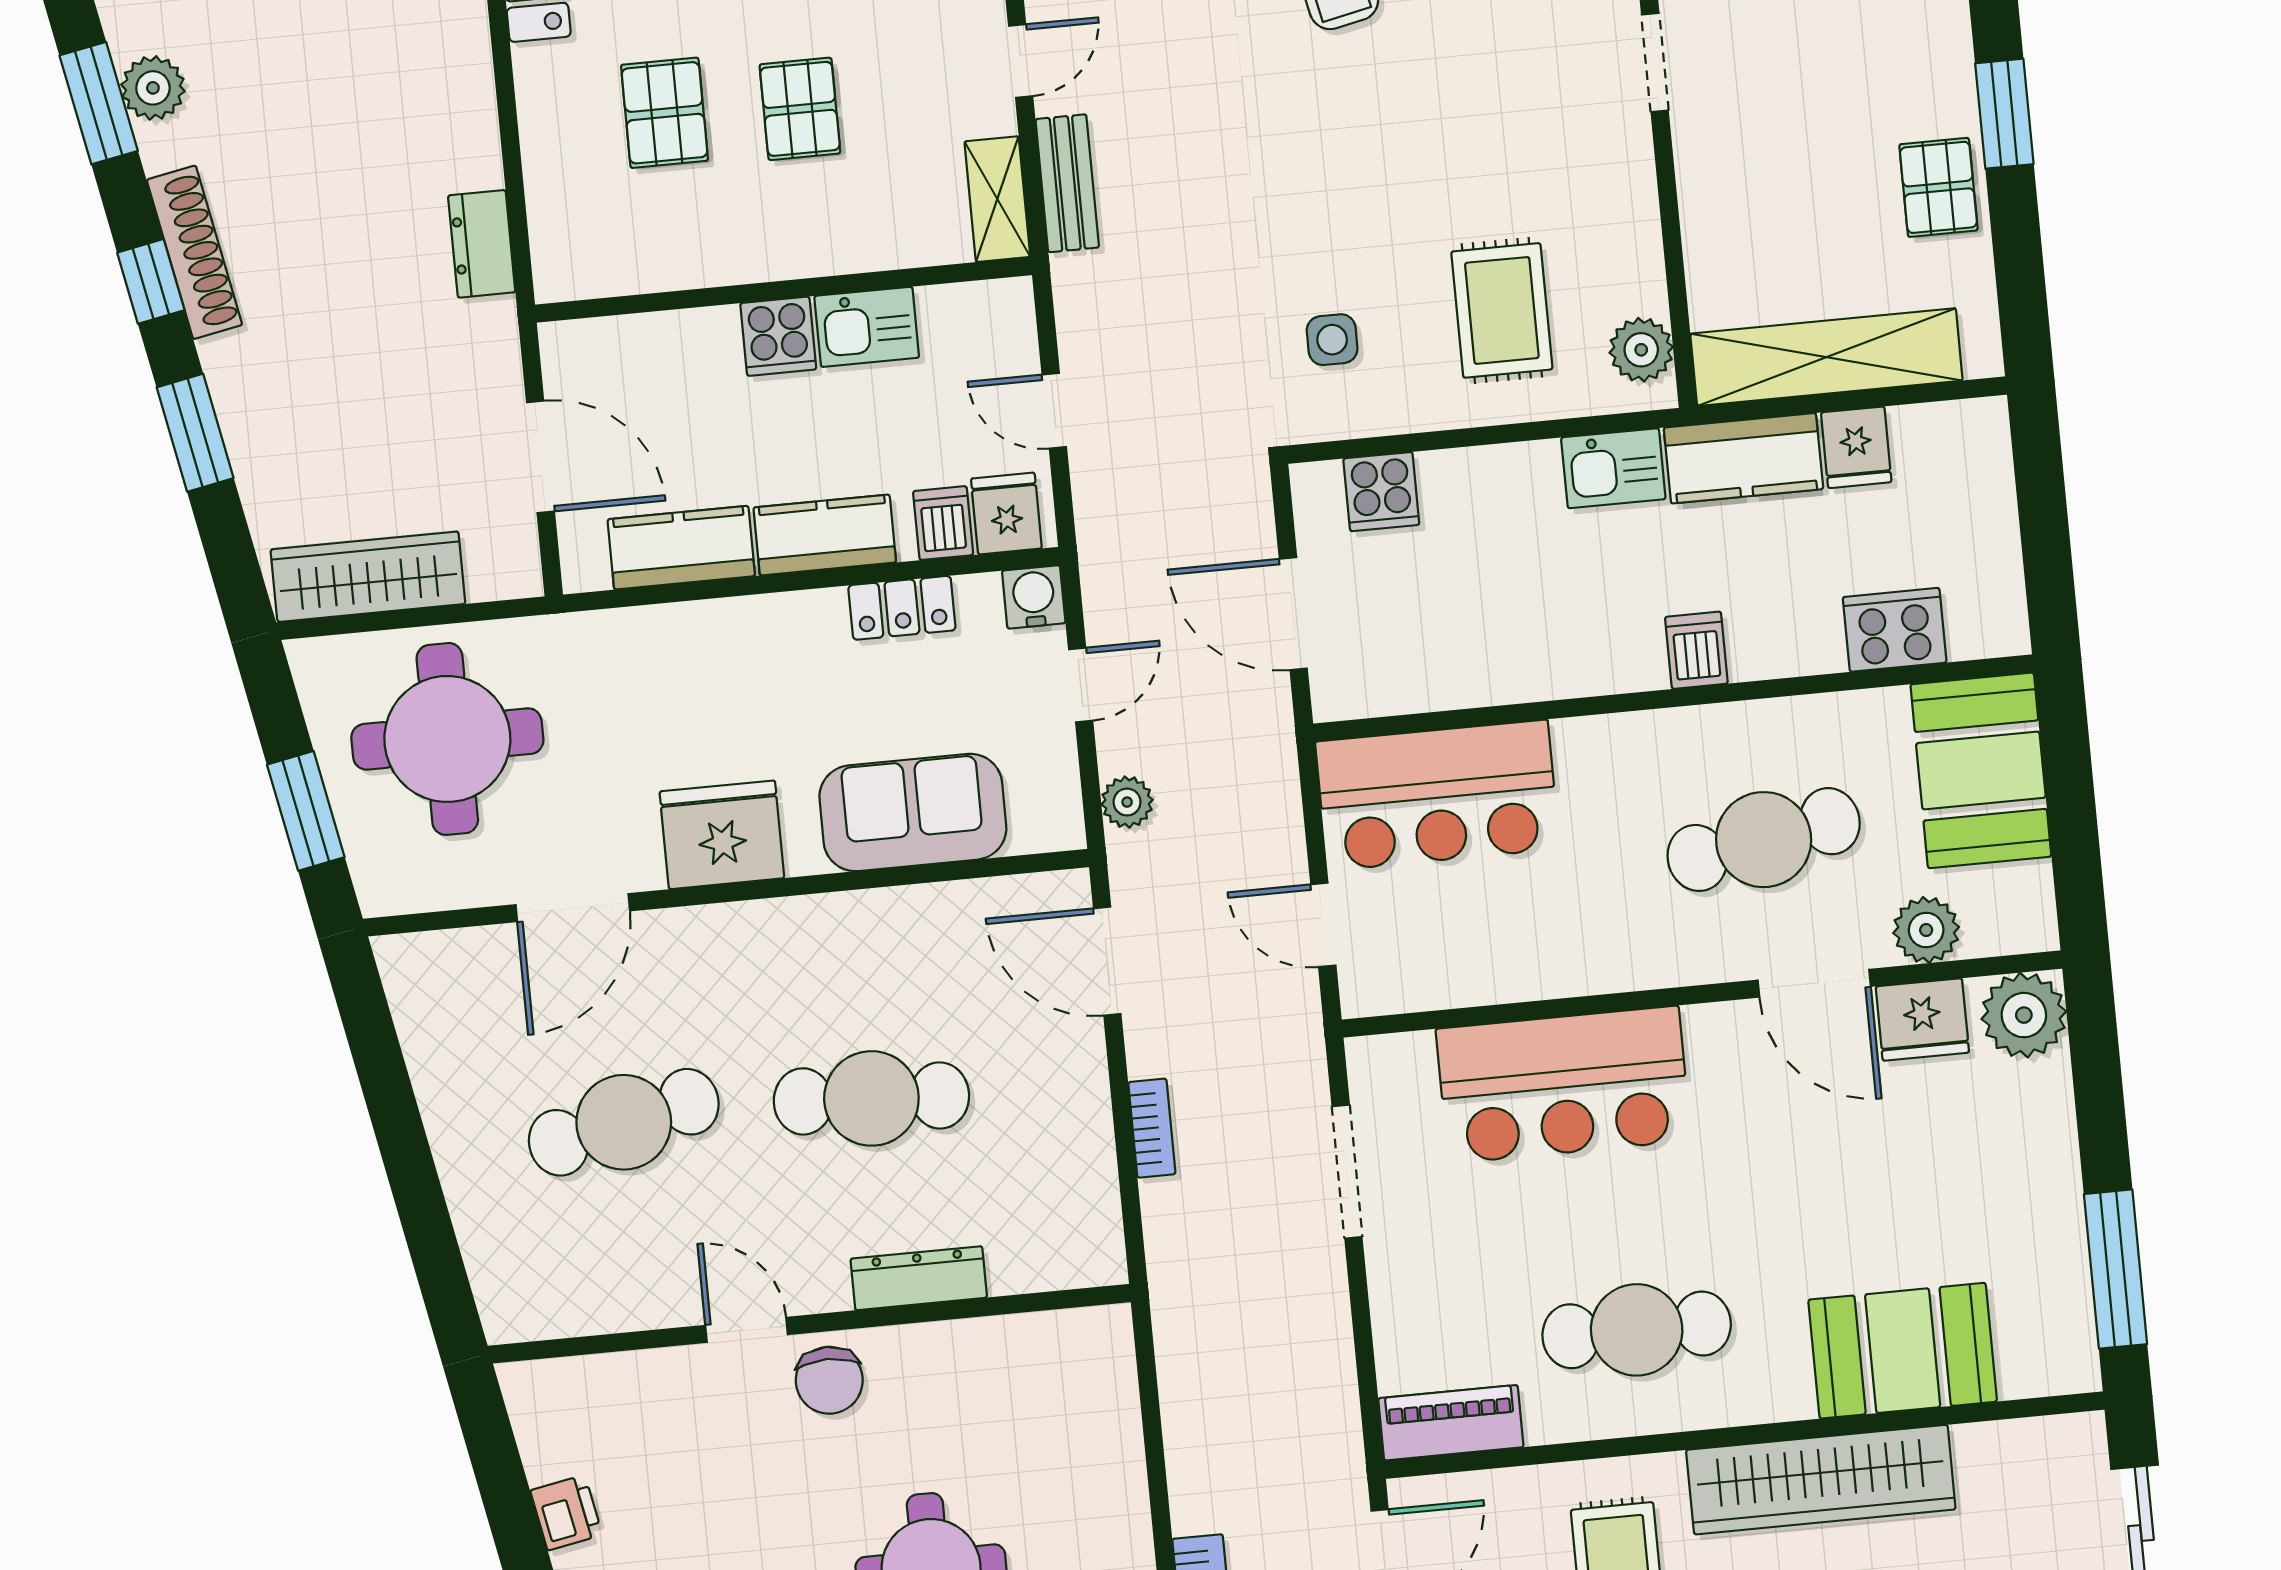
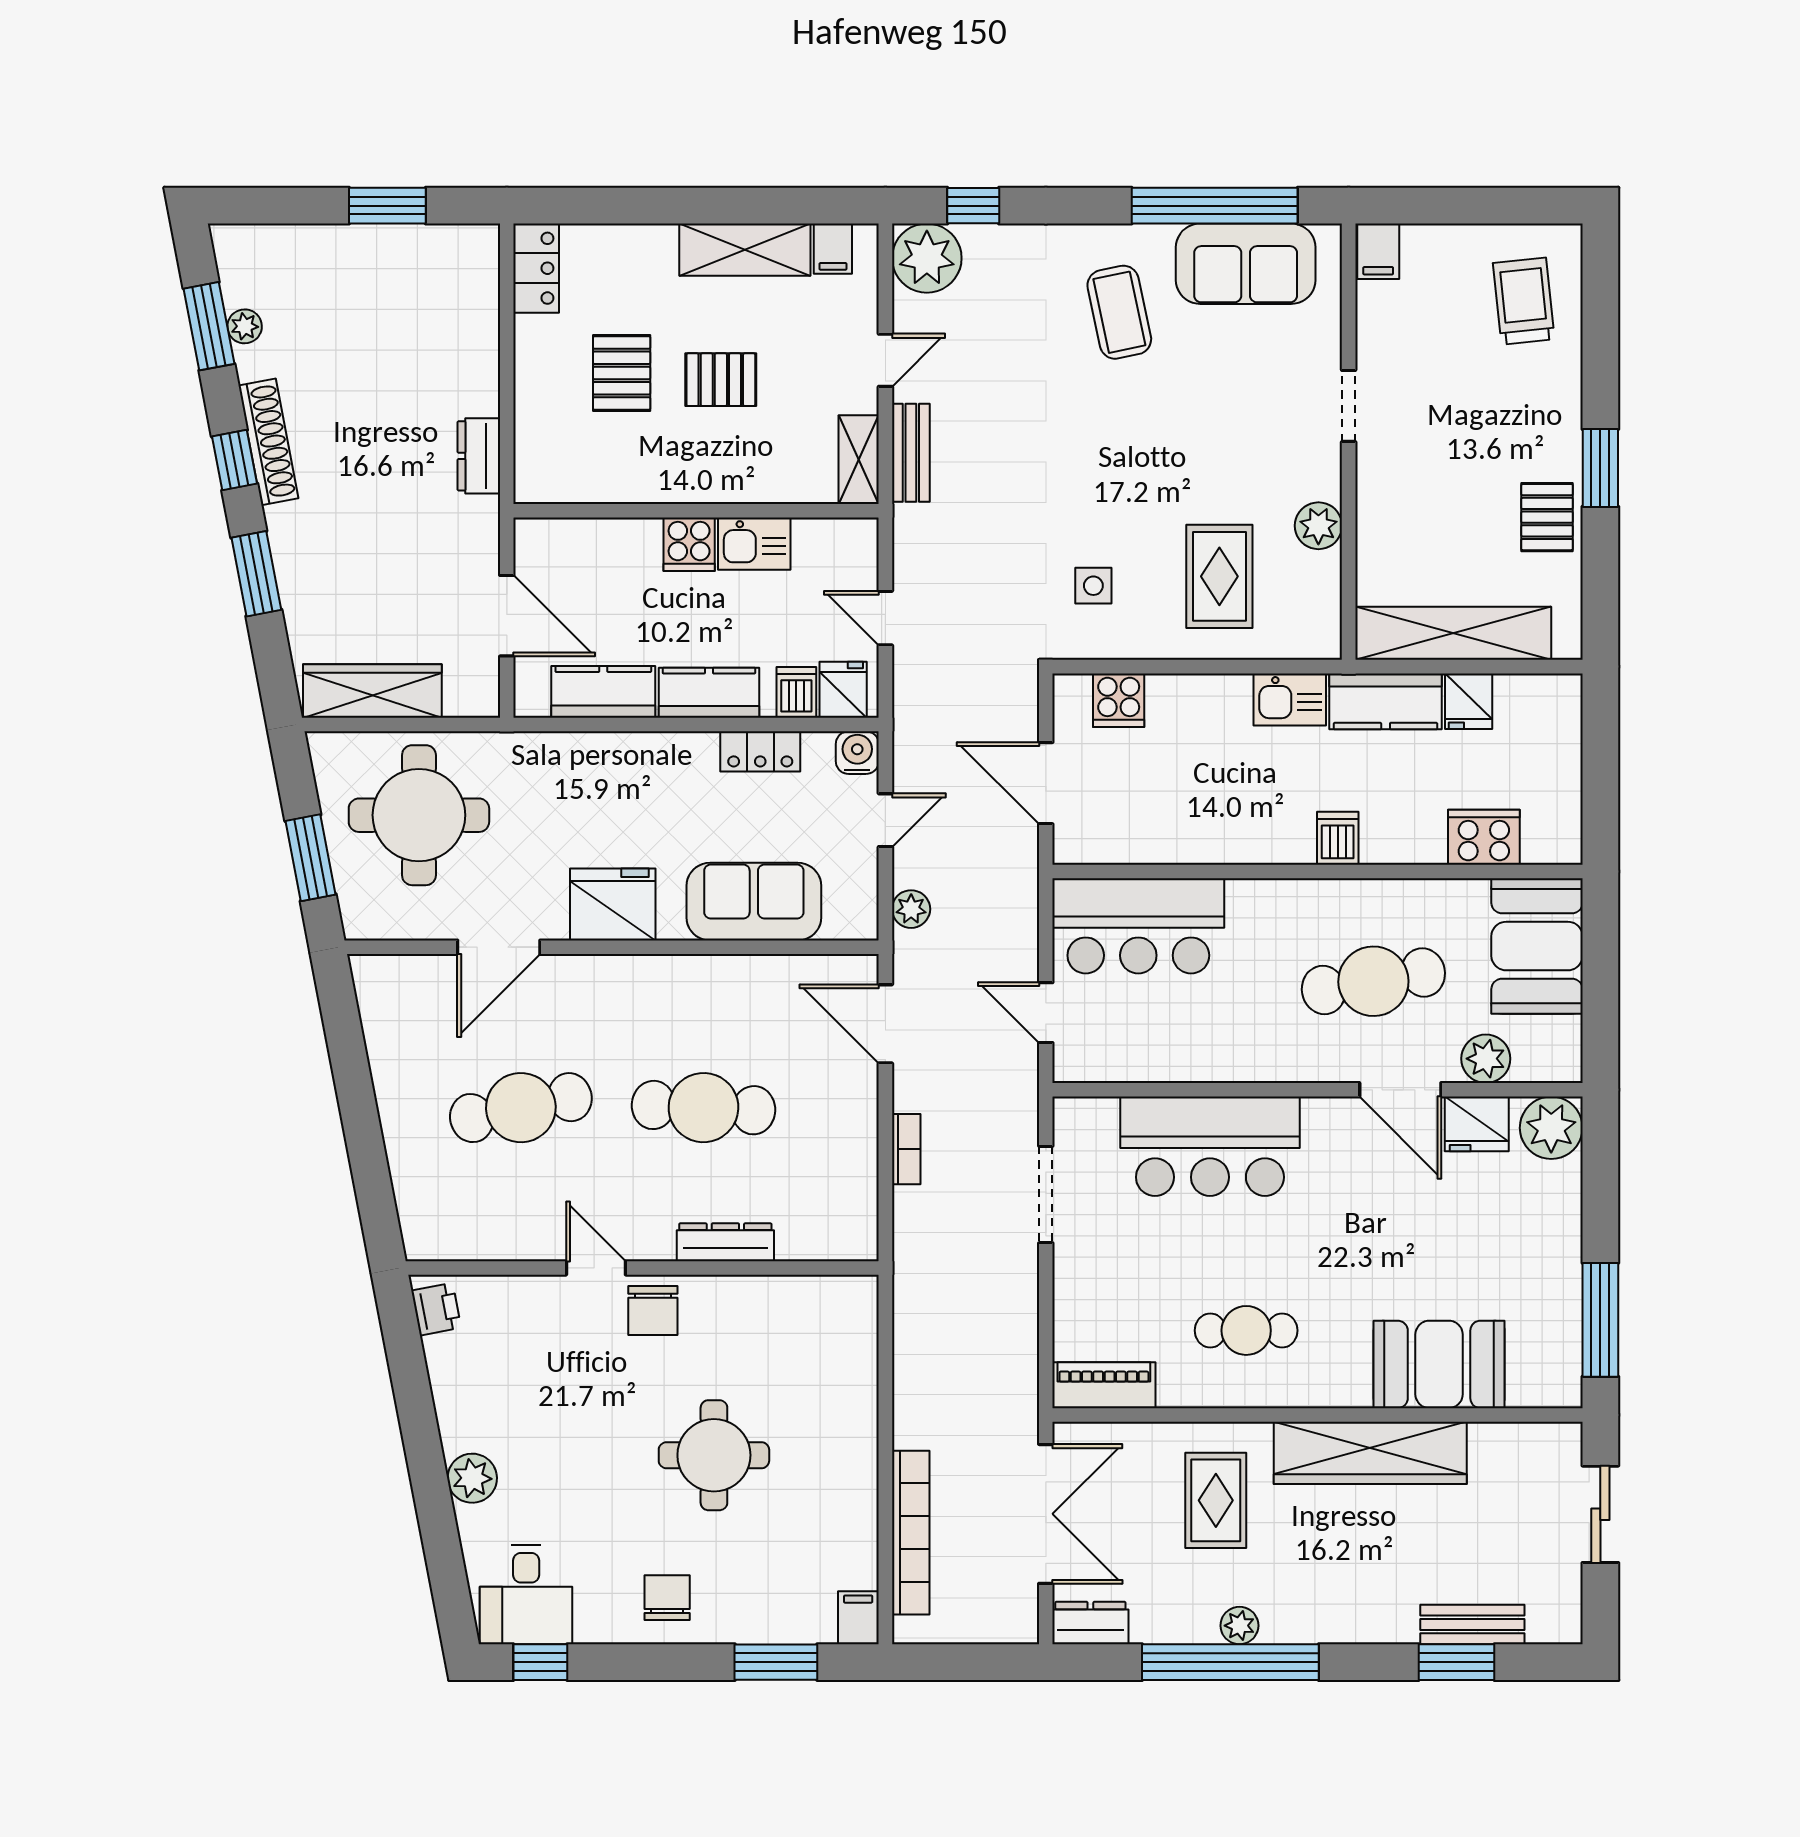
plant: (153, 88) -> (245, 326), width x0.73, depth x0.73
pallet: (800, 109) -> (721, 380), turned 90
plant: (1641, 350) -> (1318, 526), moved
cafe table: (1637, 1330) -> (1246, 1330), width x0.73, depth x0.74
printer: (566, 1513) -> (436, 1309), moved

